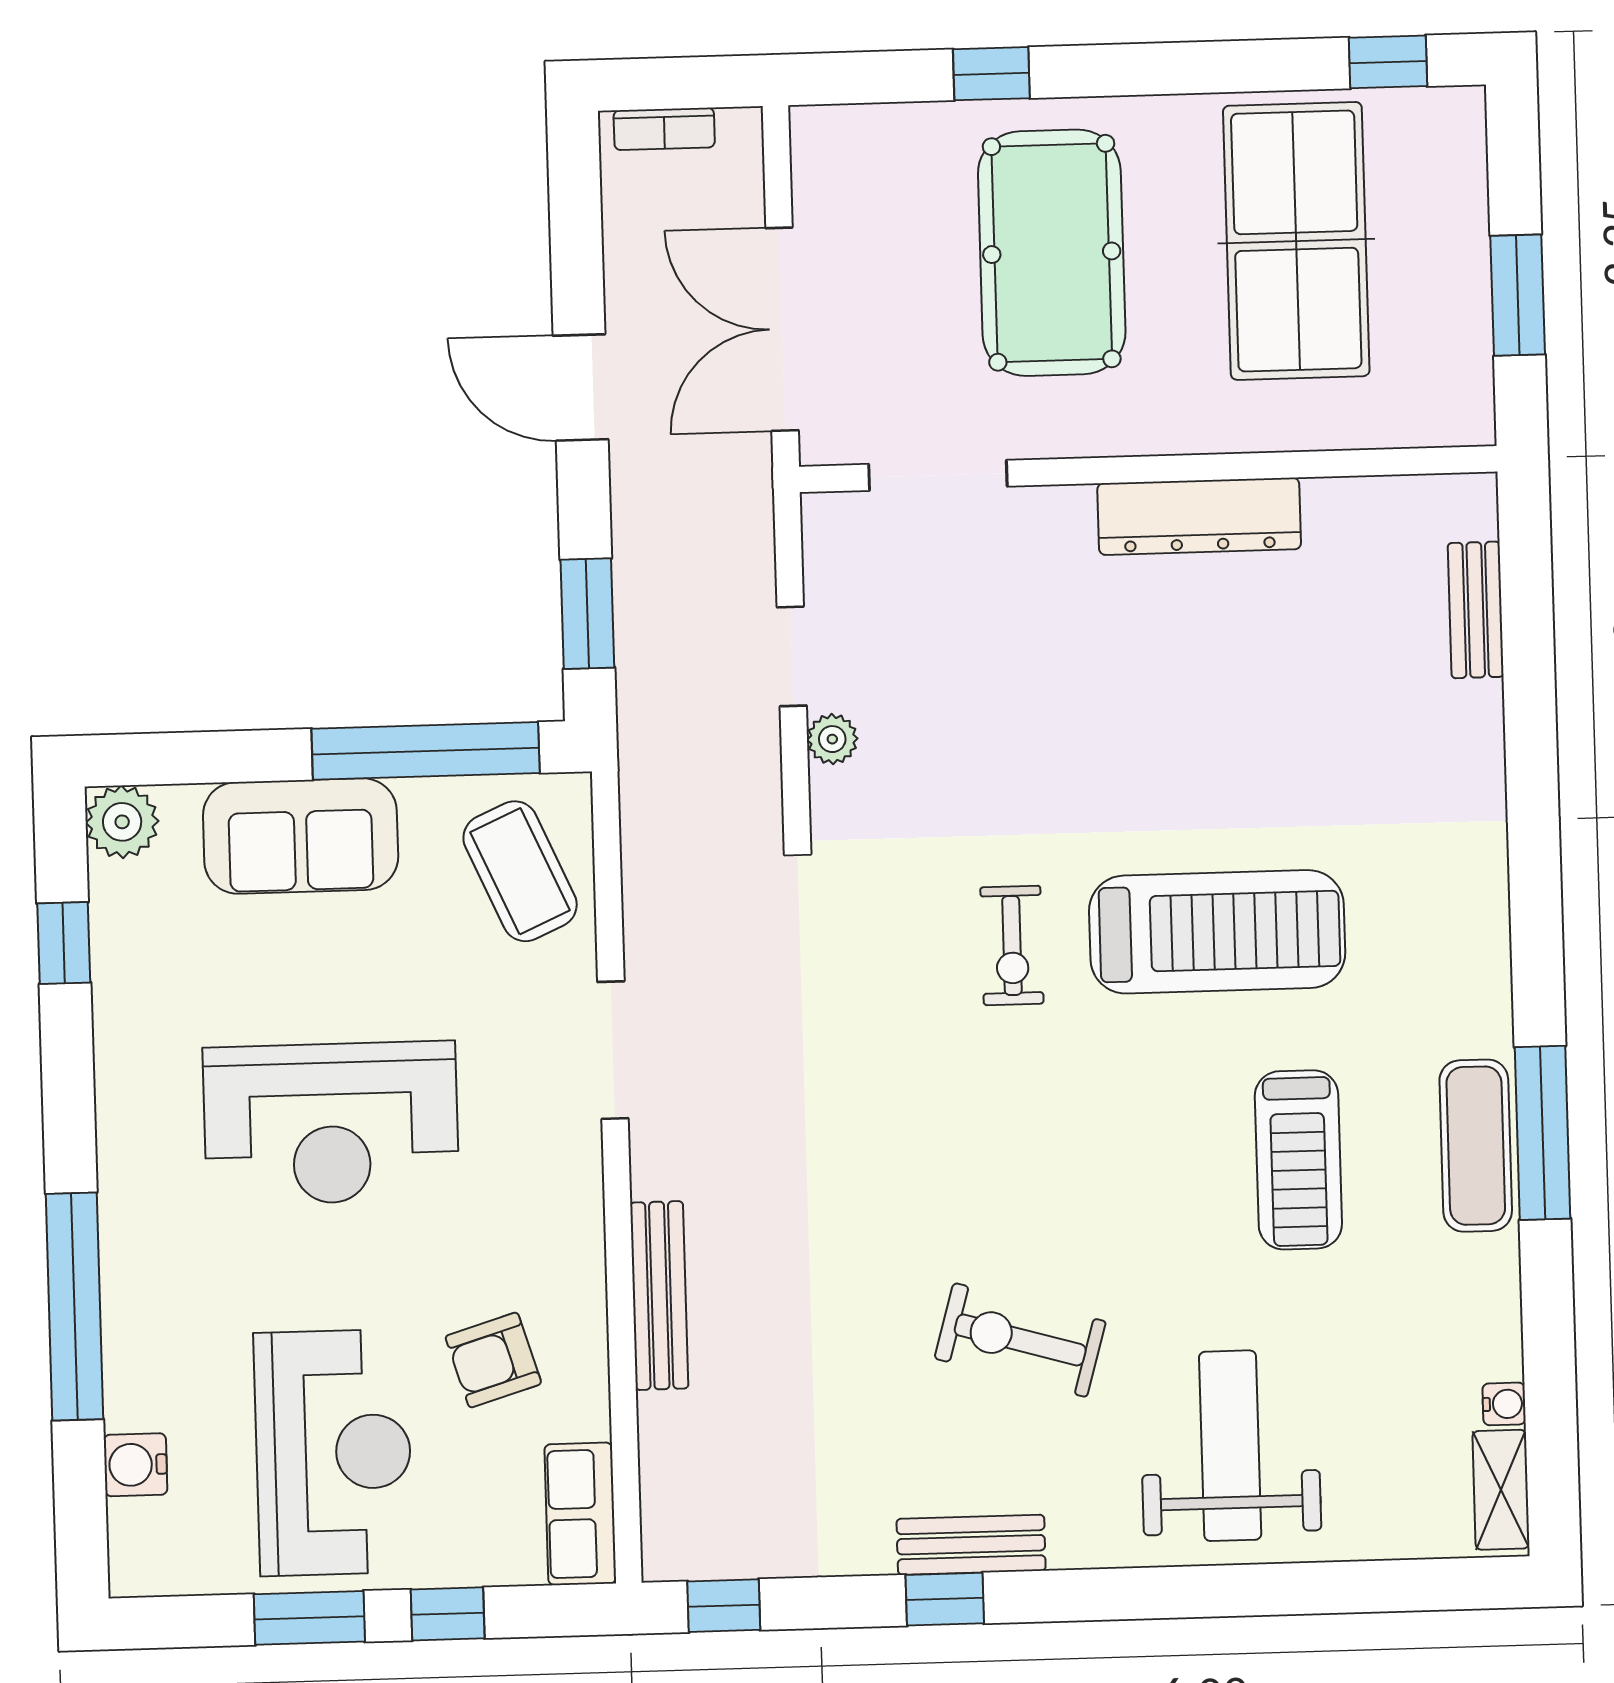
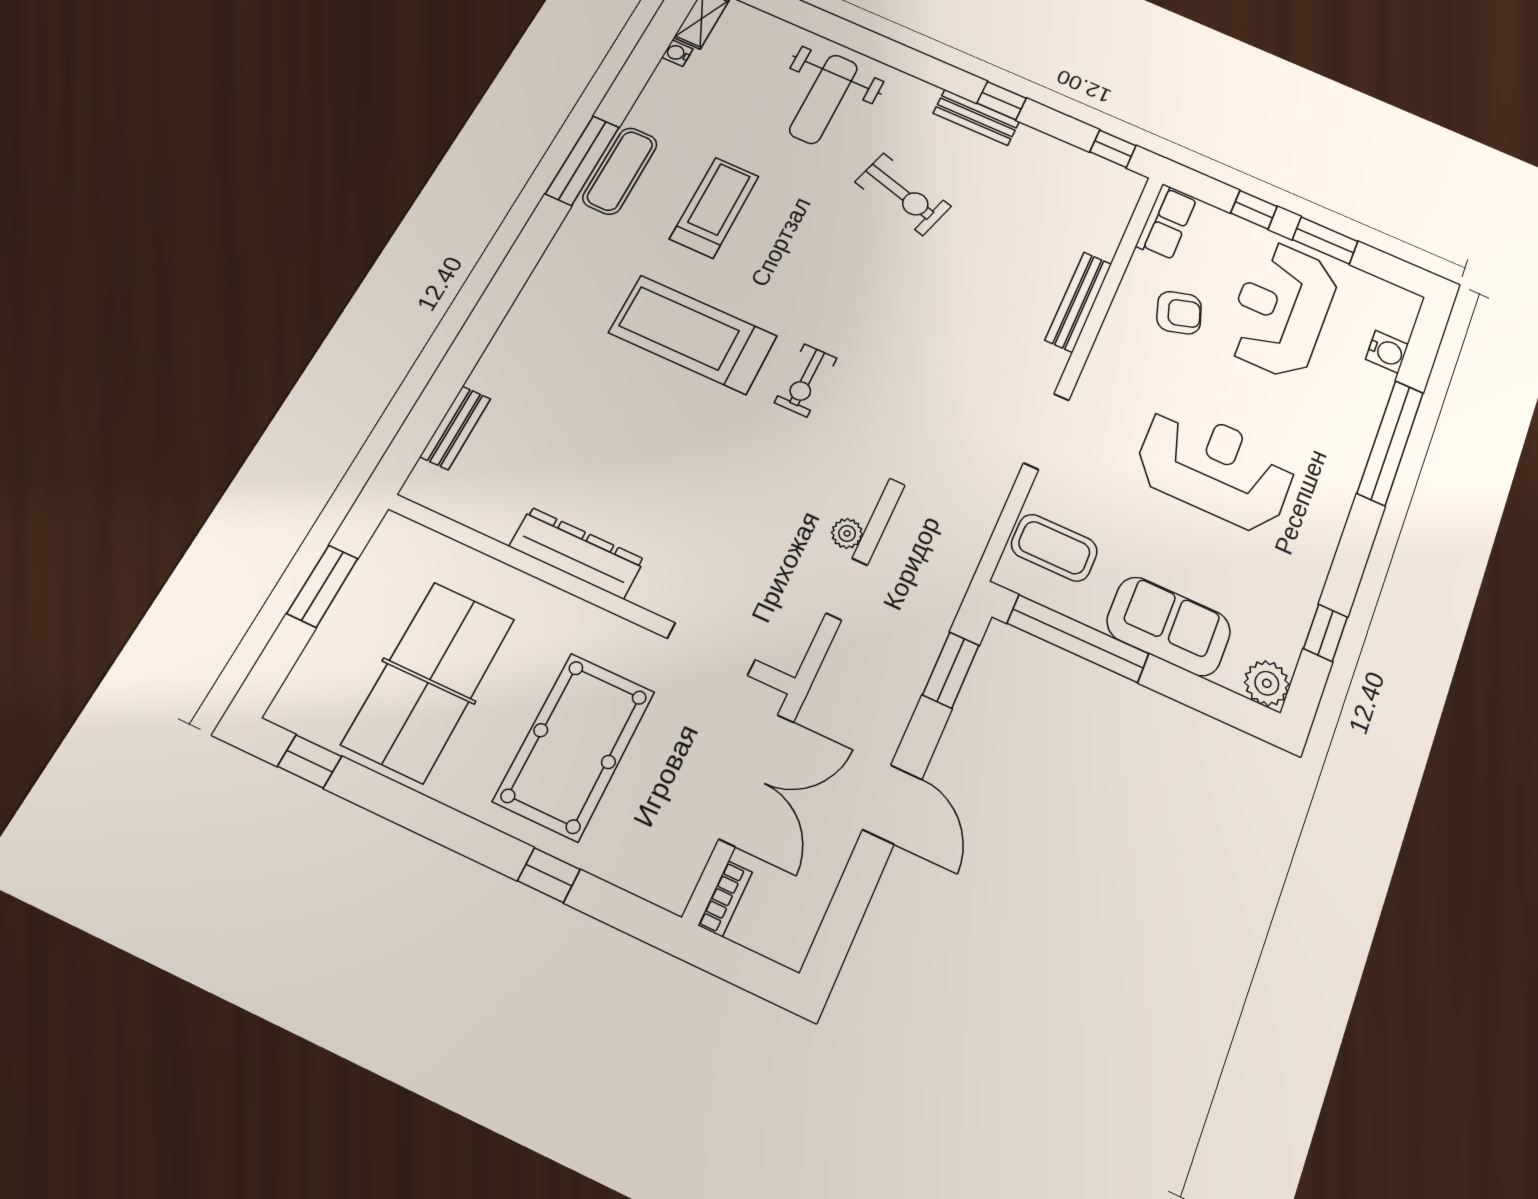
bookcase: (664, 129) -> (725, 899), moved, turned 90
coffee table: (520, 871) -> (1054, 548), turned -66
exercise bike: (1012, 945) -> (806, 380), turned 180

